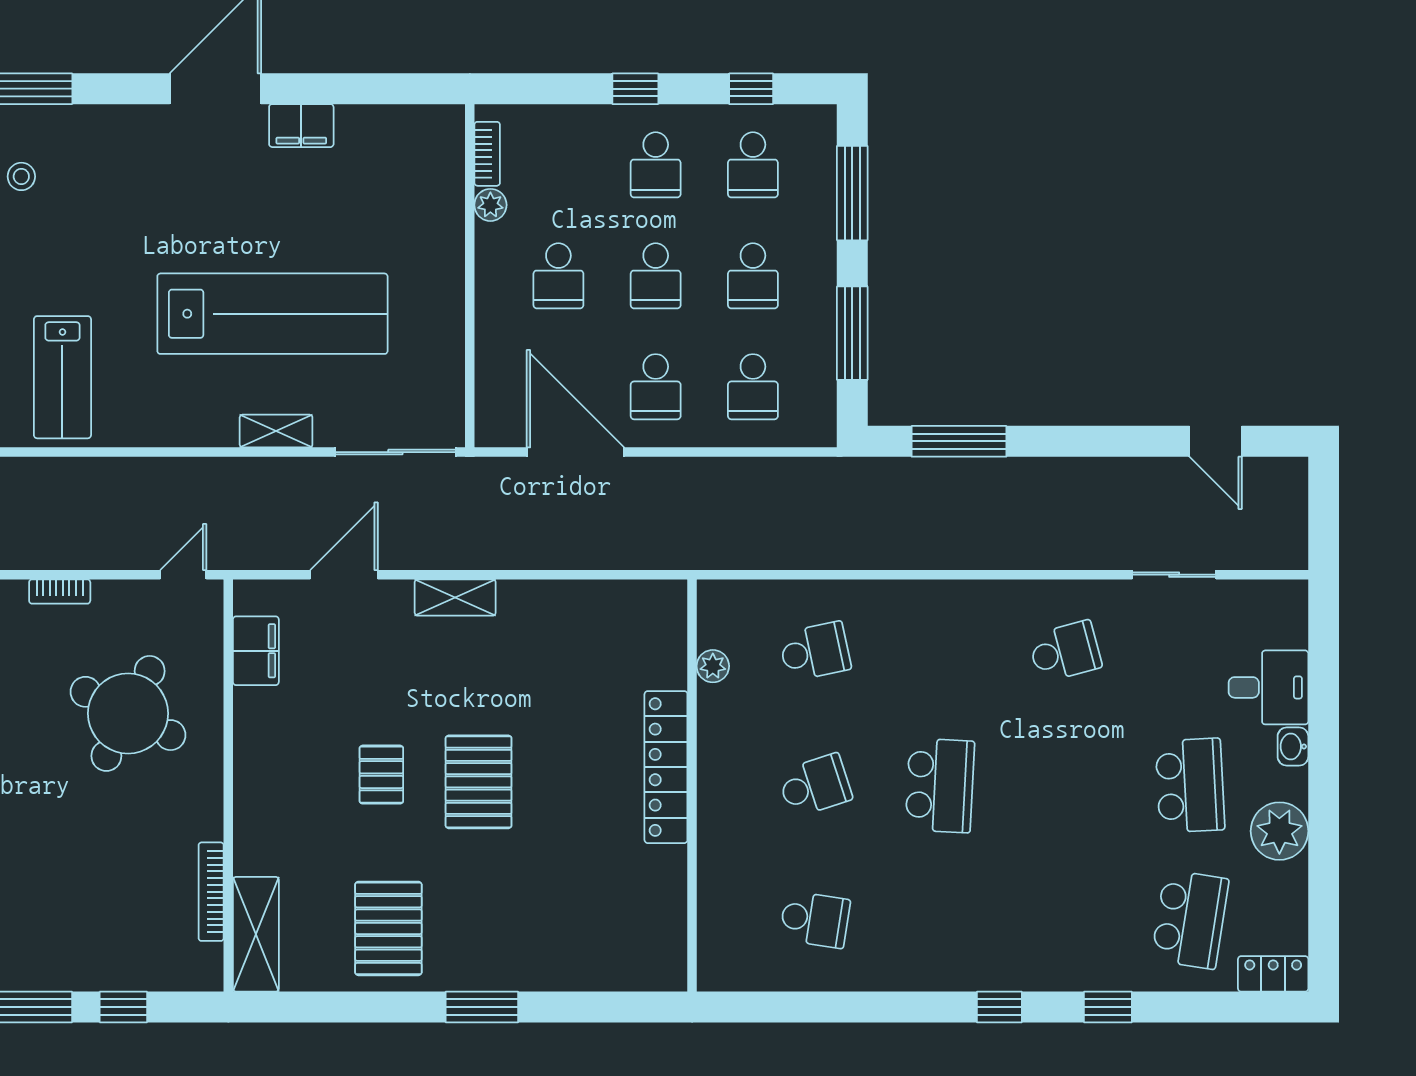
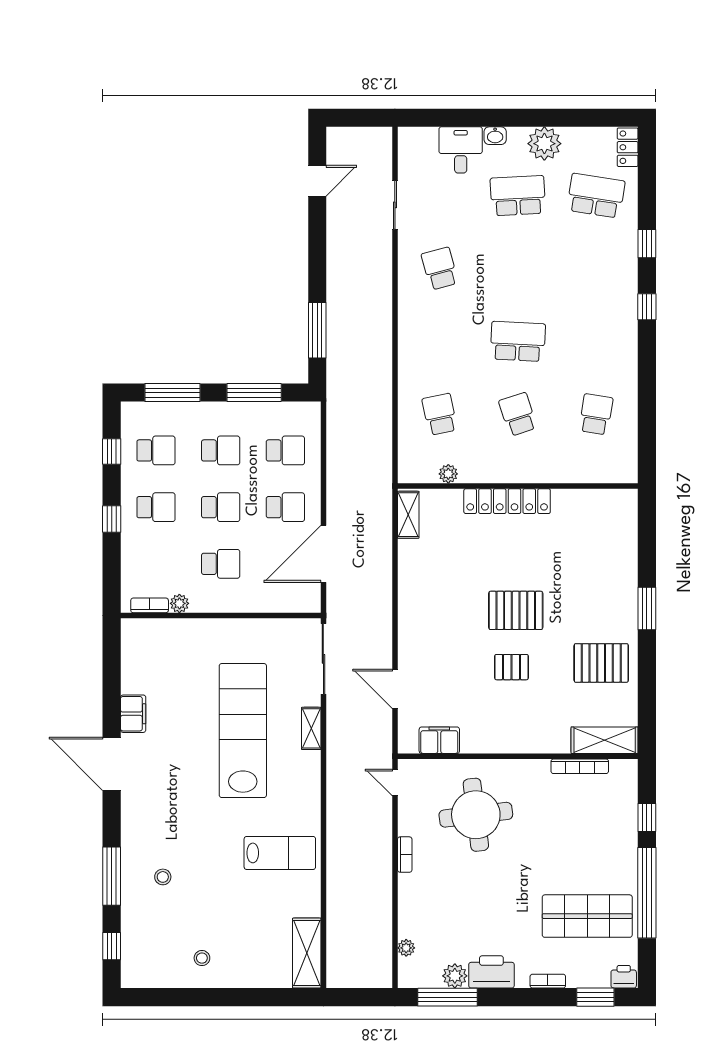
shelving: (455, 597) -> (408, 515), moved
round table: (128, 713) -> (476, 815), turned -34

